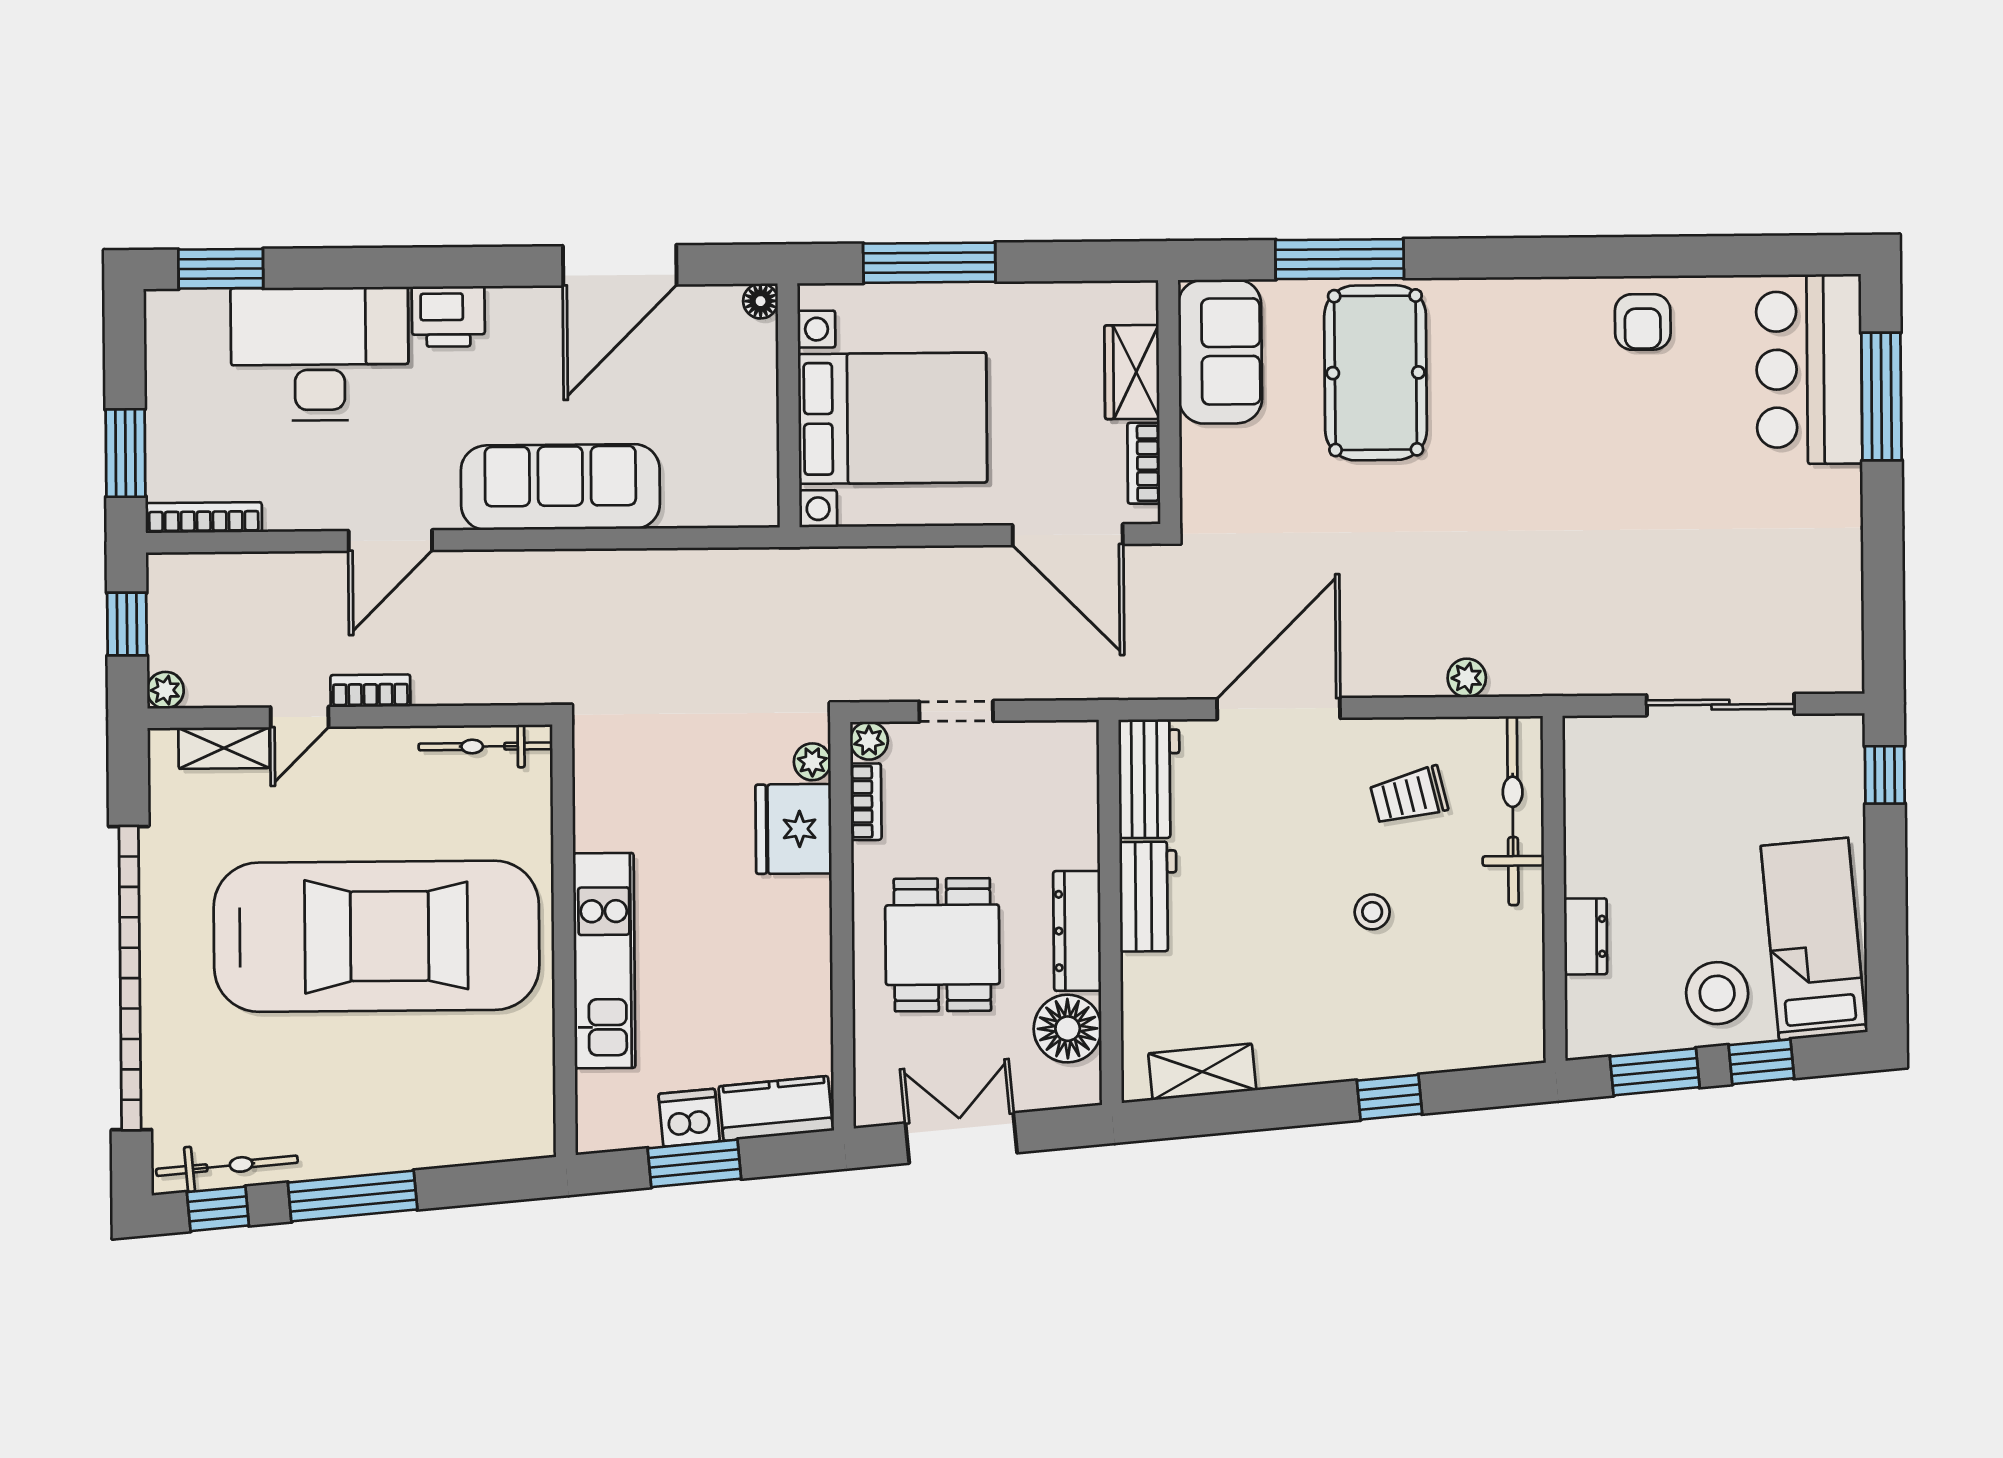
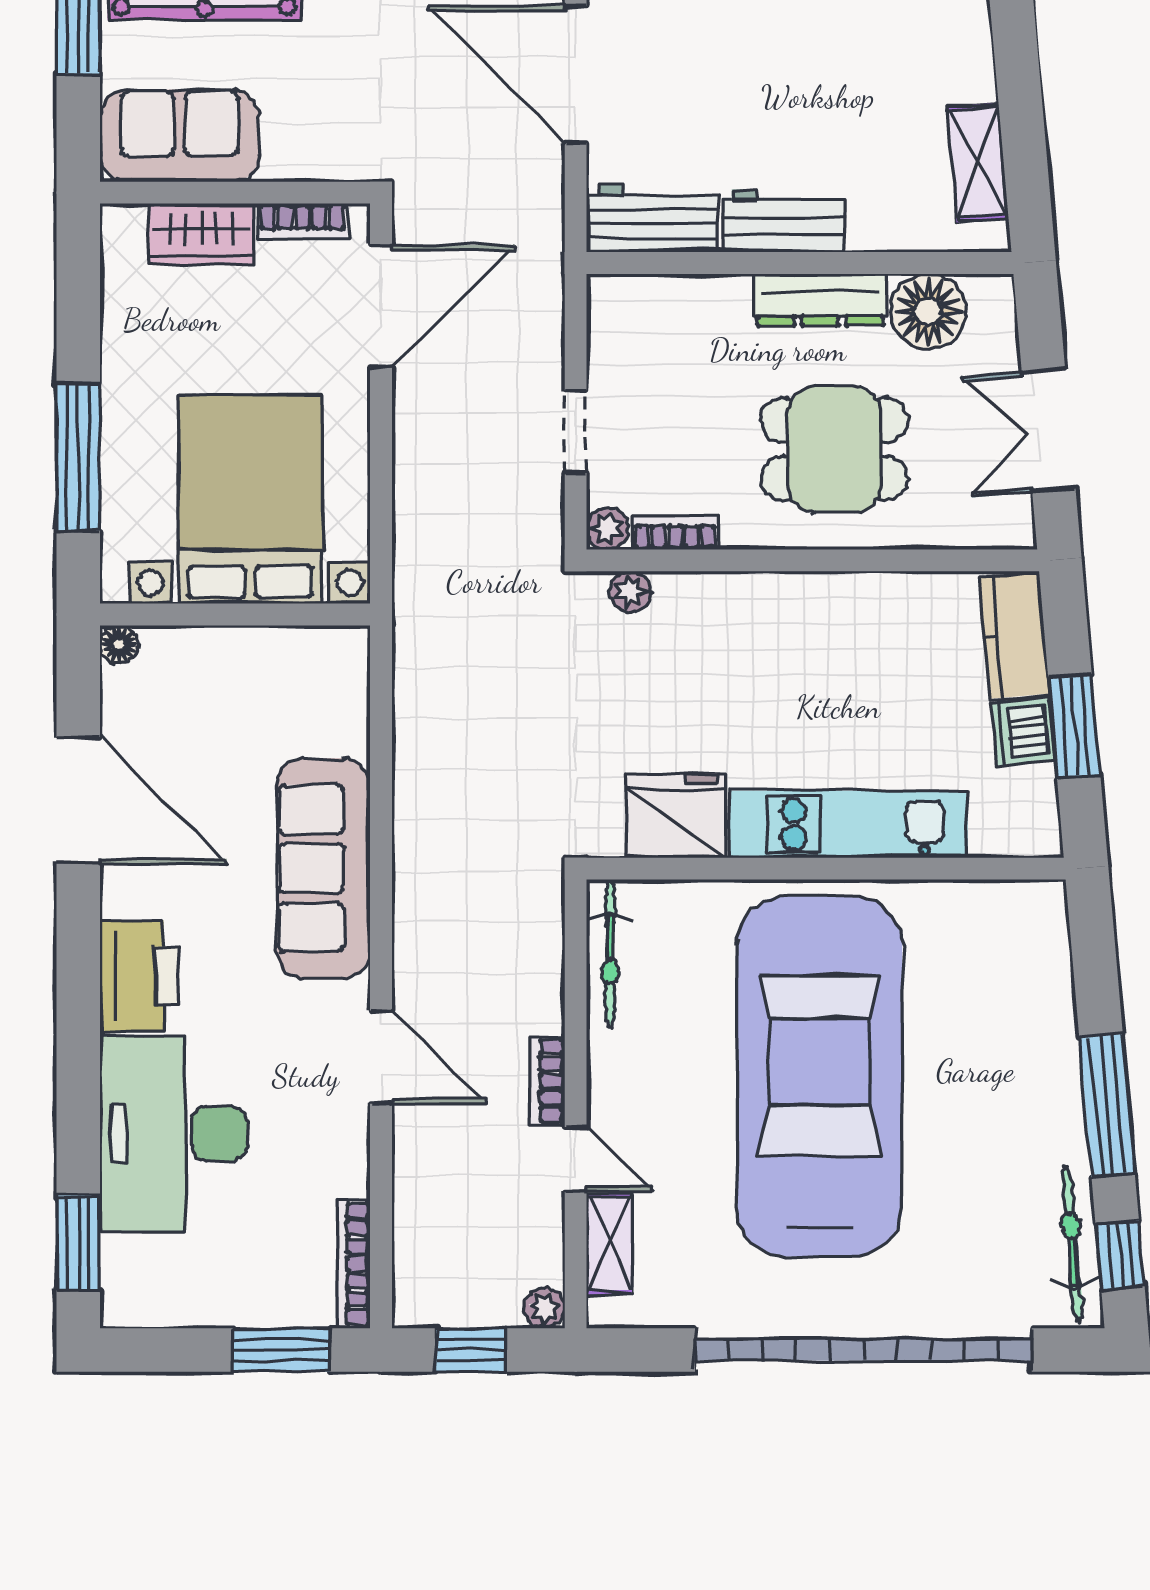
printer: (448, 316) -> (140, 976), width x1.37, depth x1.19
fridge: (794, 829) -> (676, 816), moved, turned 180

